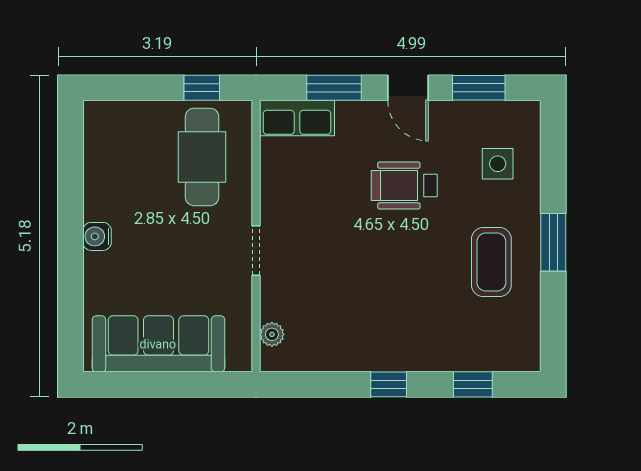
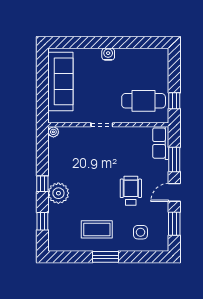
plant: (272, 334) -> (53, 132), moved
plant: (410, 348) -> (58, 193), added

